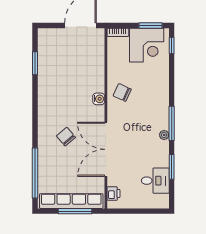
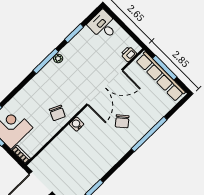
window: (35, 173) -> (149, 134), moved
desk: (155, 181) -> (103, 25), moved

